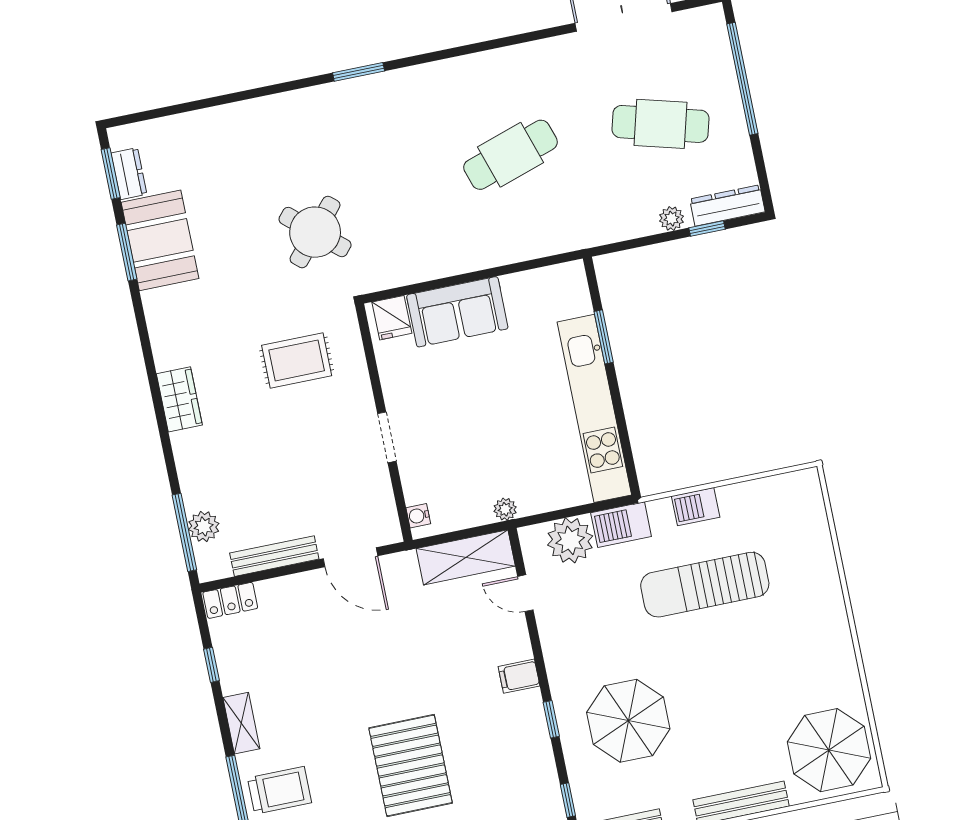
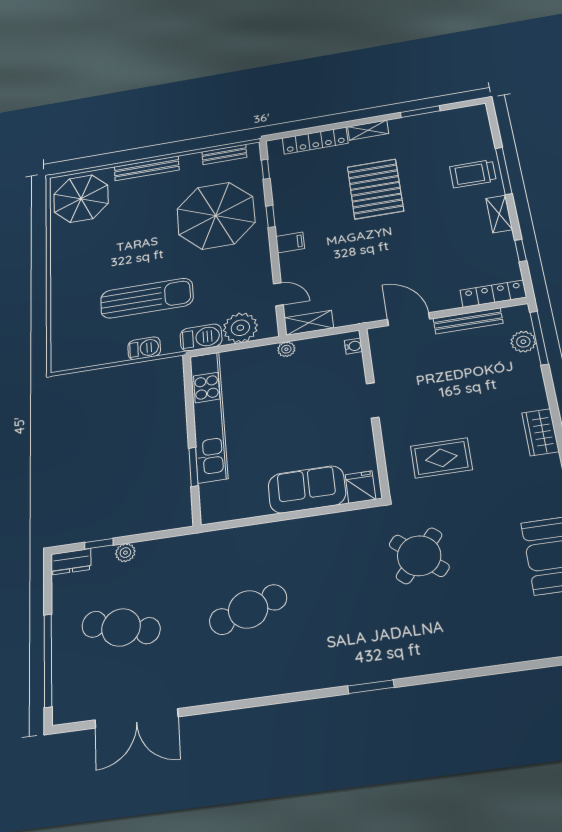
dresser: (727, 205) -> (71, 562), width x0.70
shelving: (466, 557) -> (309, 323), width x0.67, depth x0.75
locker: (230, 600) -> (493, 294), width x1.53
parasol: (628, 721) -> (216, 216), width x1.36, depth x1.36

